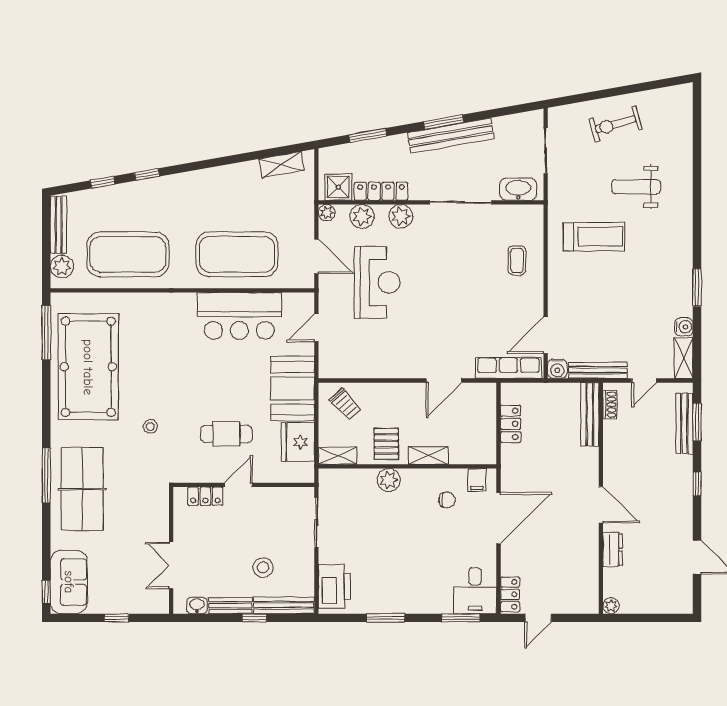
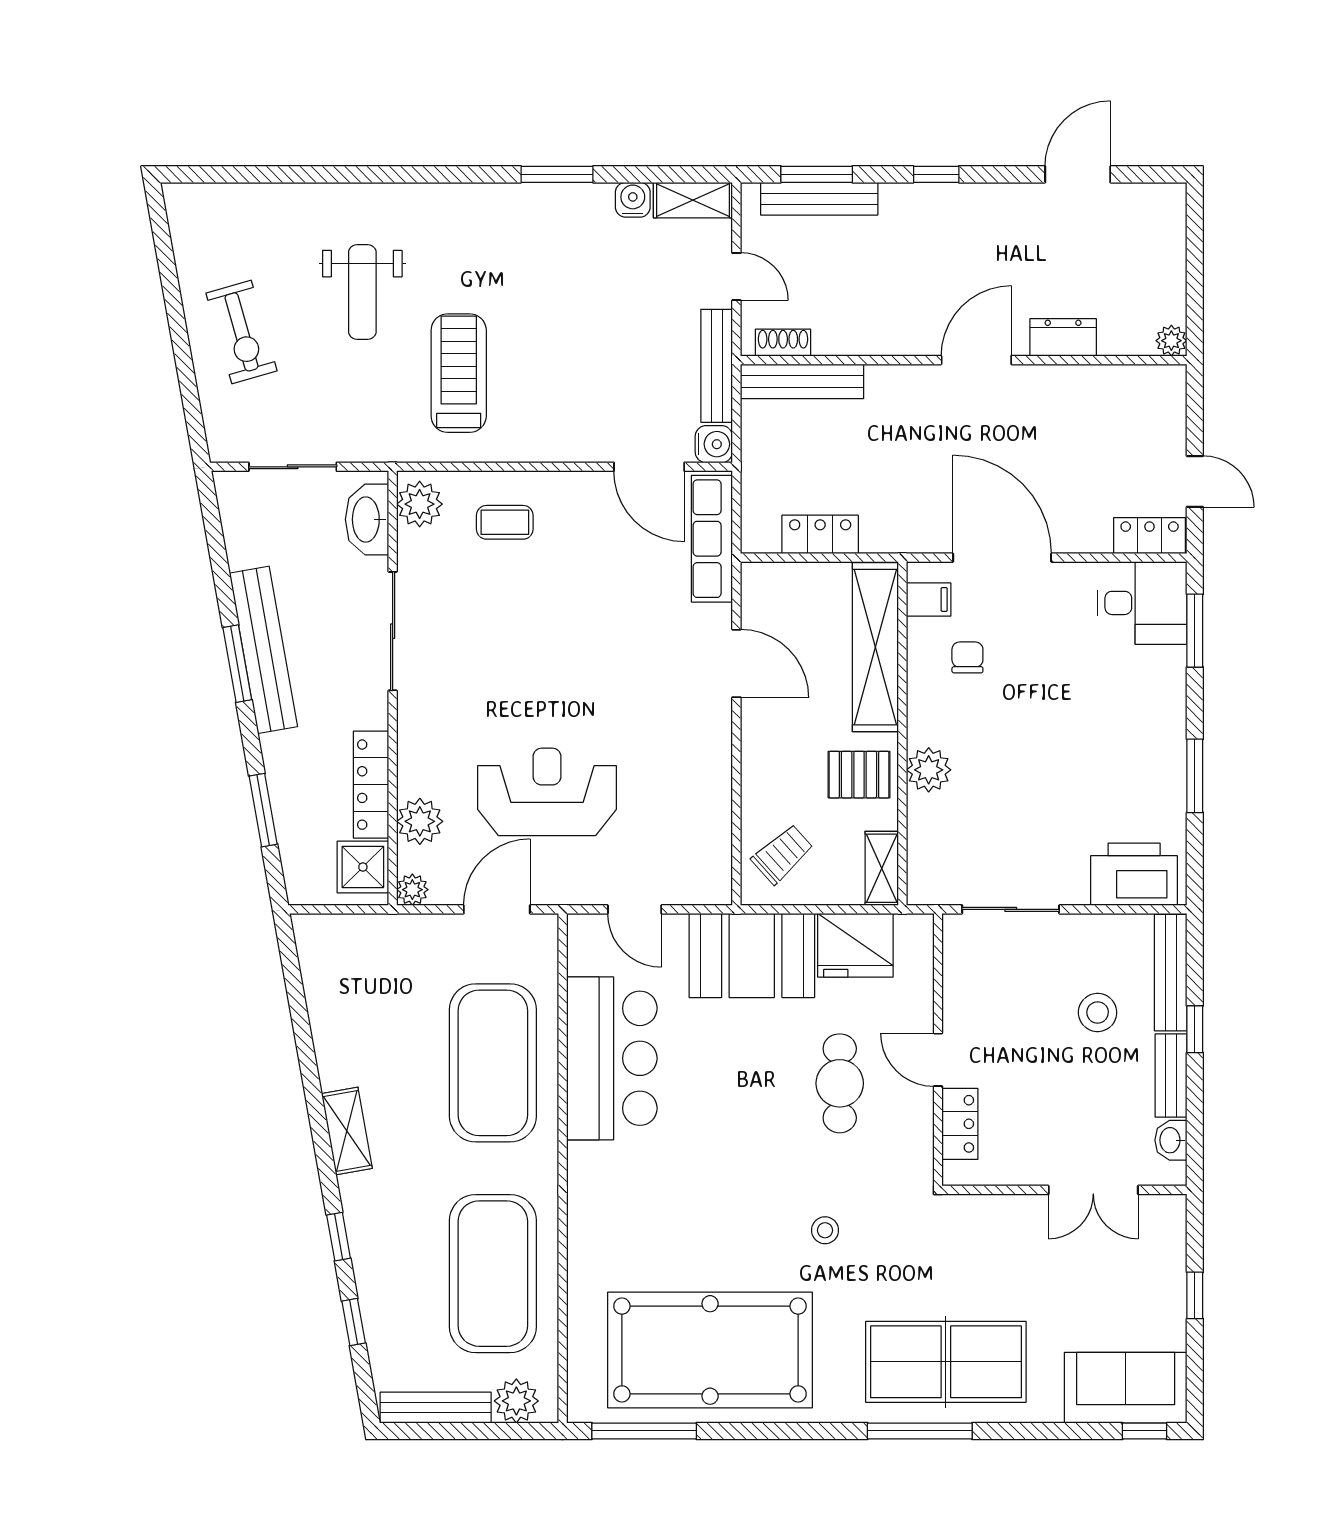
shelving: (281, 165) -> (347, 1131), moved
plant: (401, 216) -> (420, 504), moved
shelving: (428, 455) -> (875, 647), width x2.20, depth x1.33

